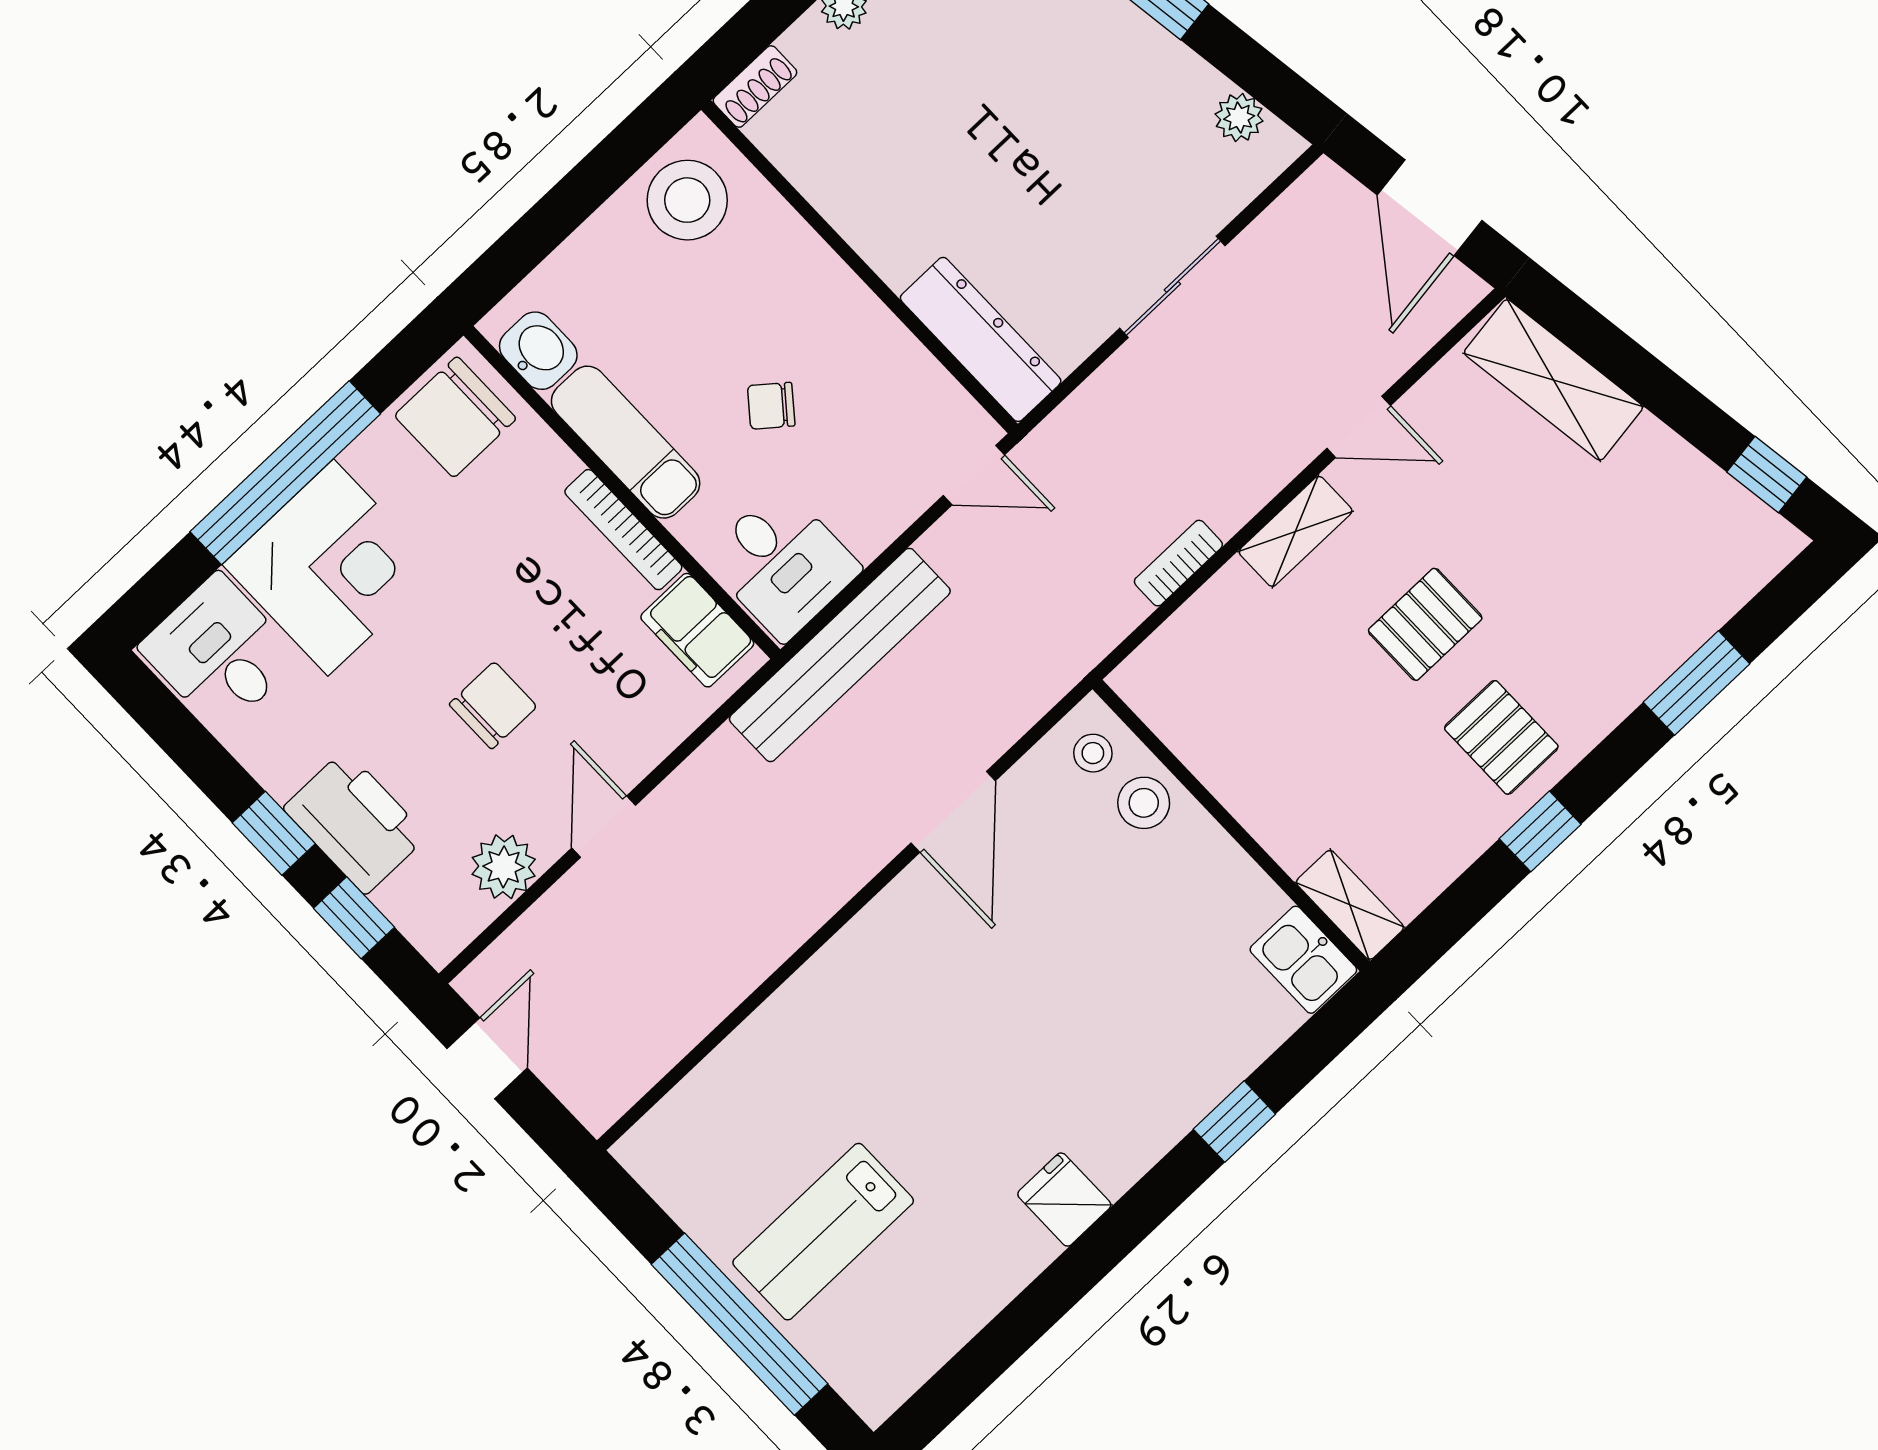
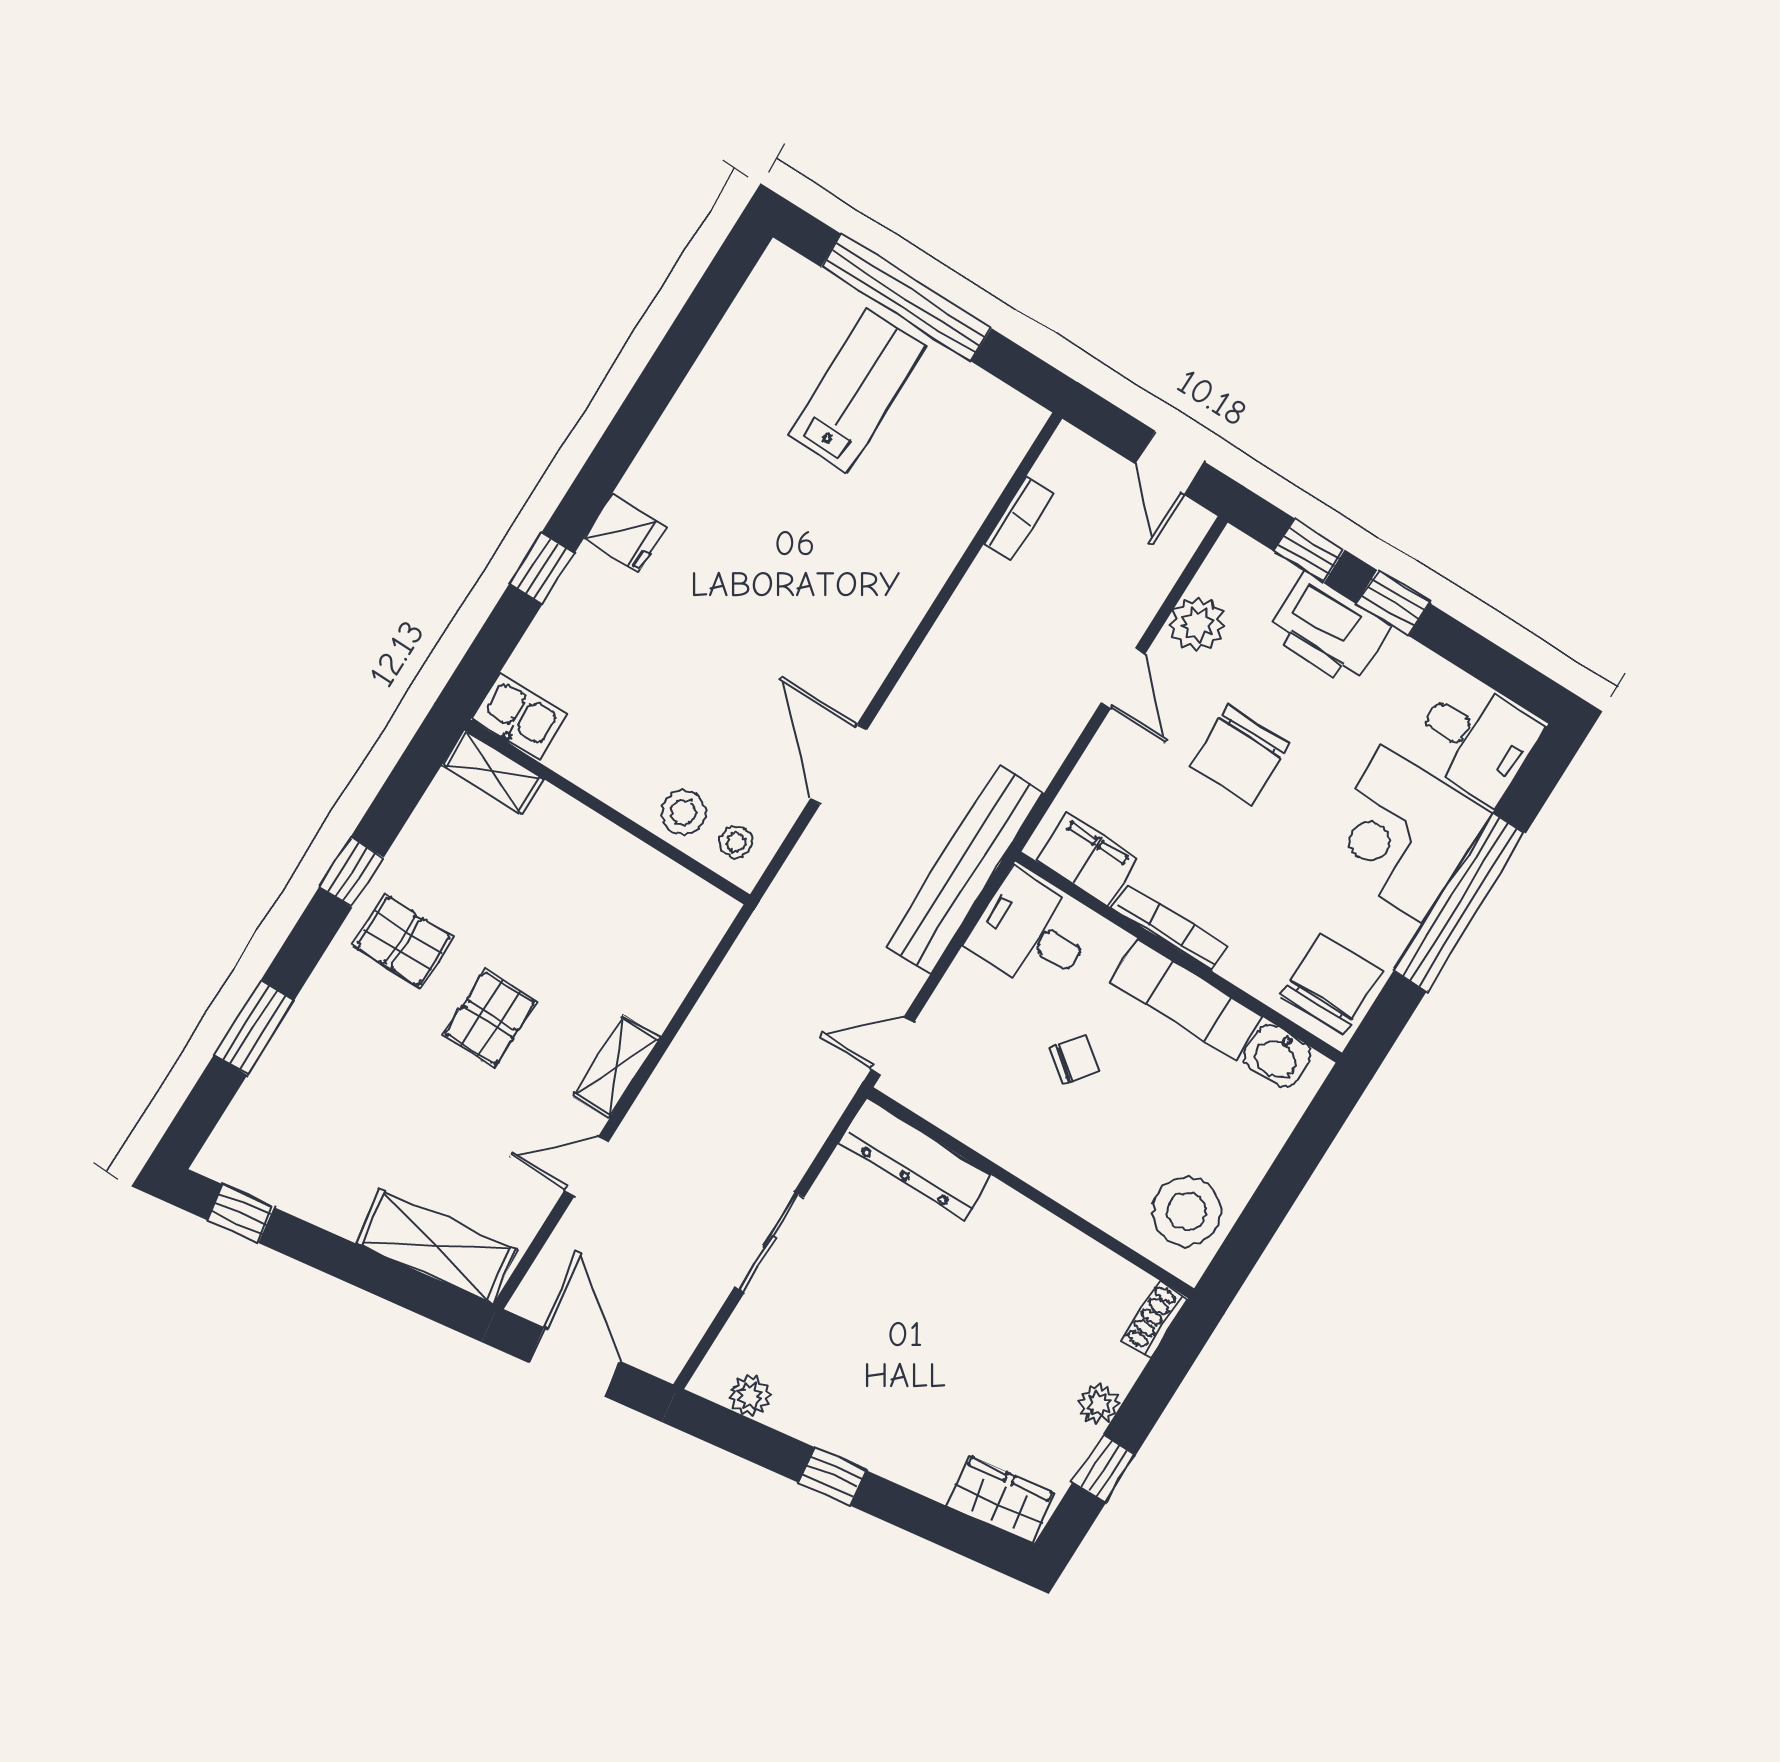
bookcase: (1178, 563) -> (1018, 518), moved
chair: (493, 705) -> (1240, 755), width x1.37, depth x1.37
fridge: (1064, 1200) -> (625, 533), moved

